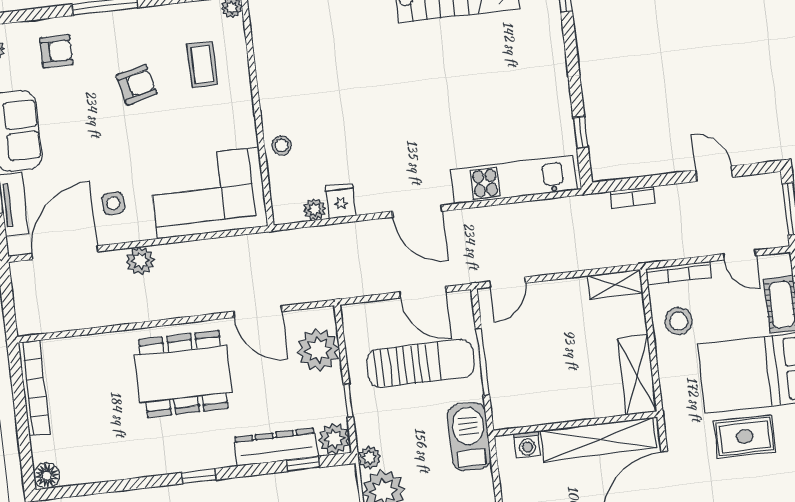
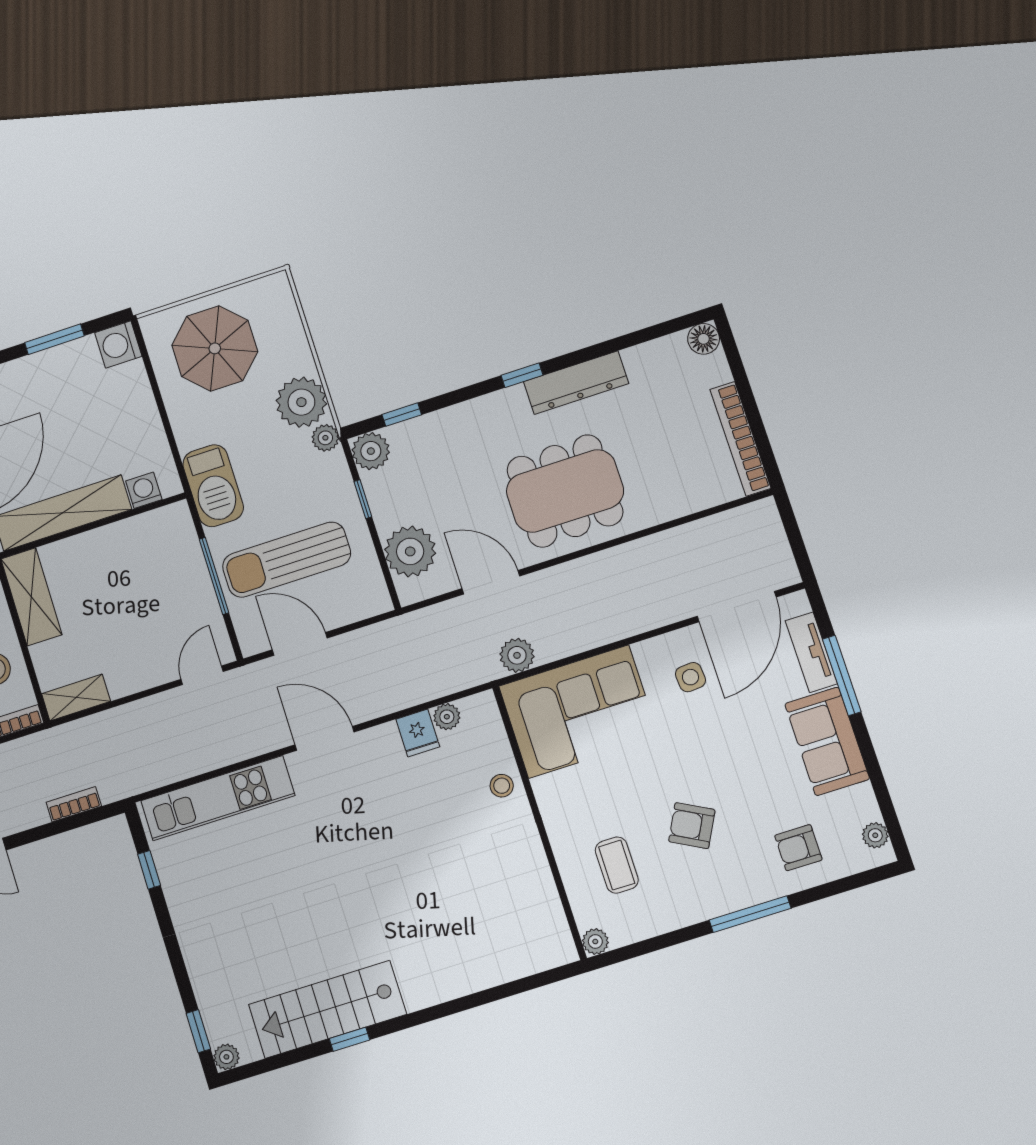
armchair: (137, 85) -> (692, 826), turned 42
plant: (140, 261) -> (517, 655), moved
dresser: (276, 447) -> (576, 383), moved

